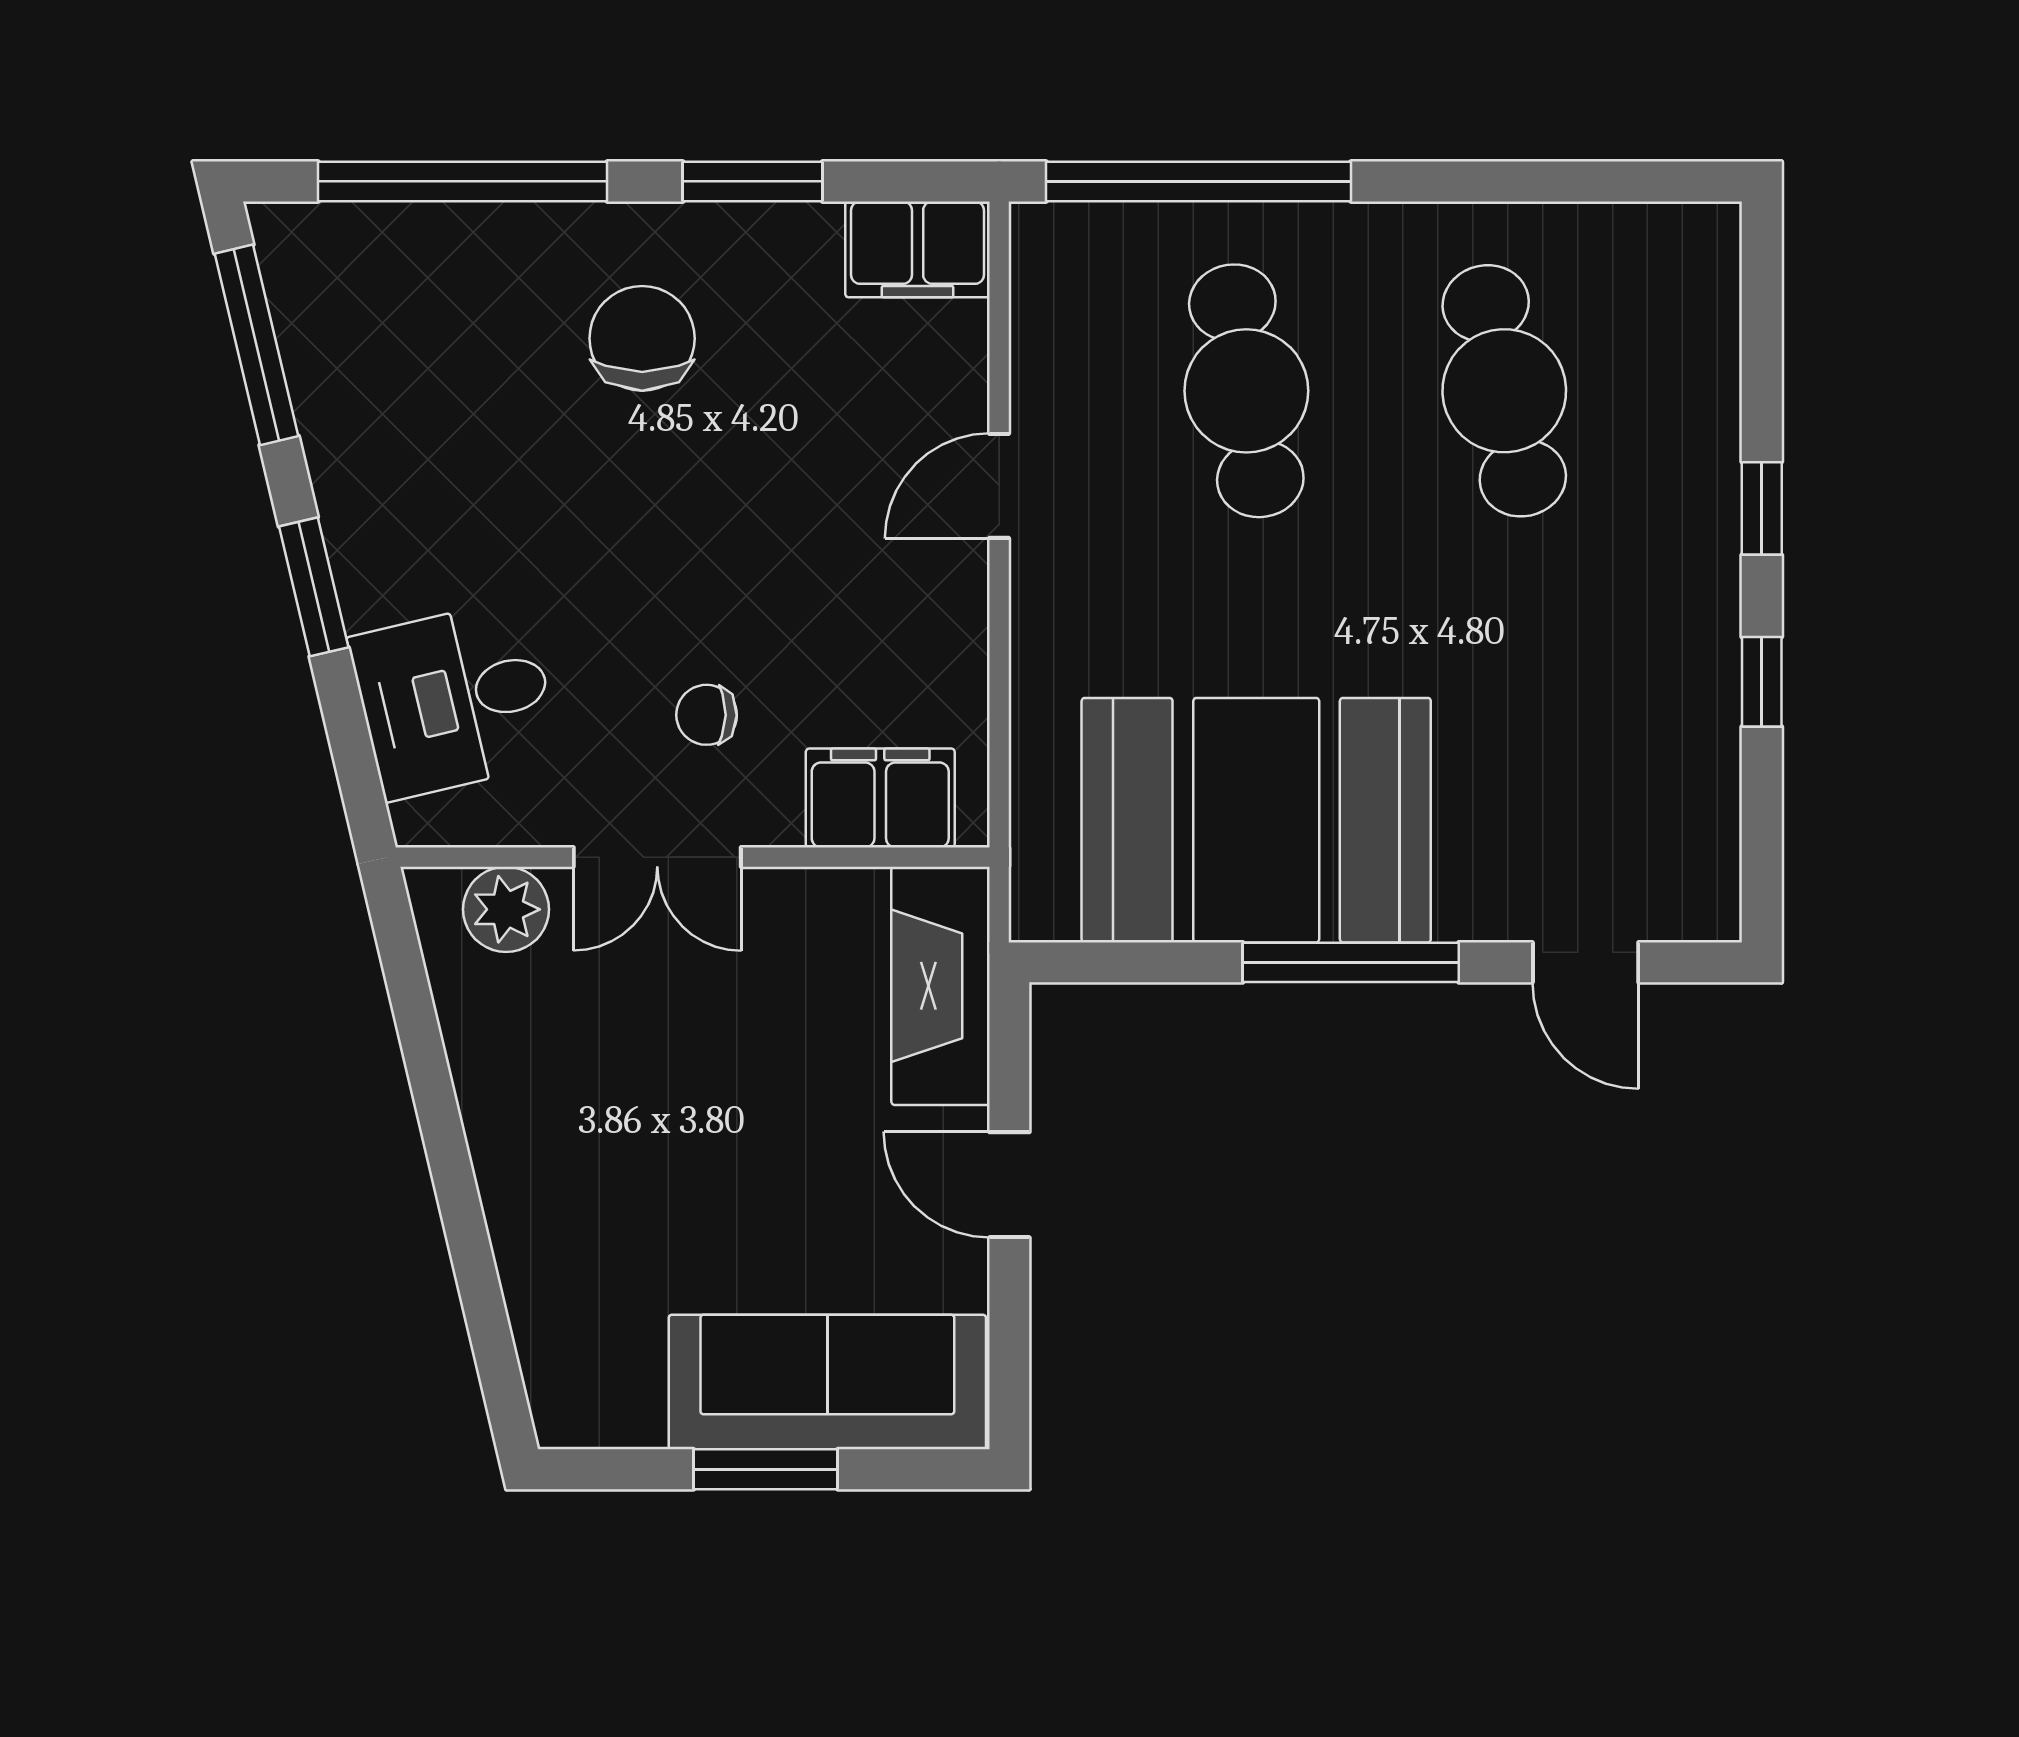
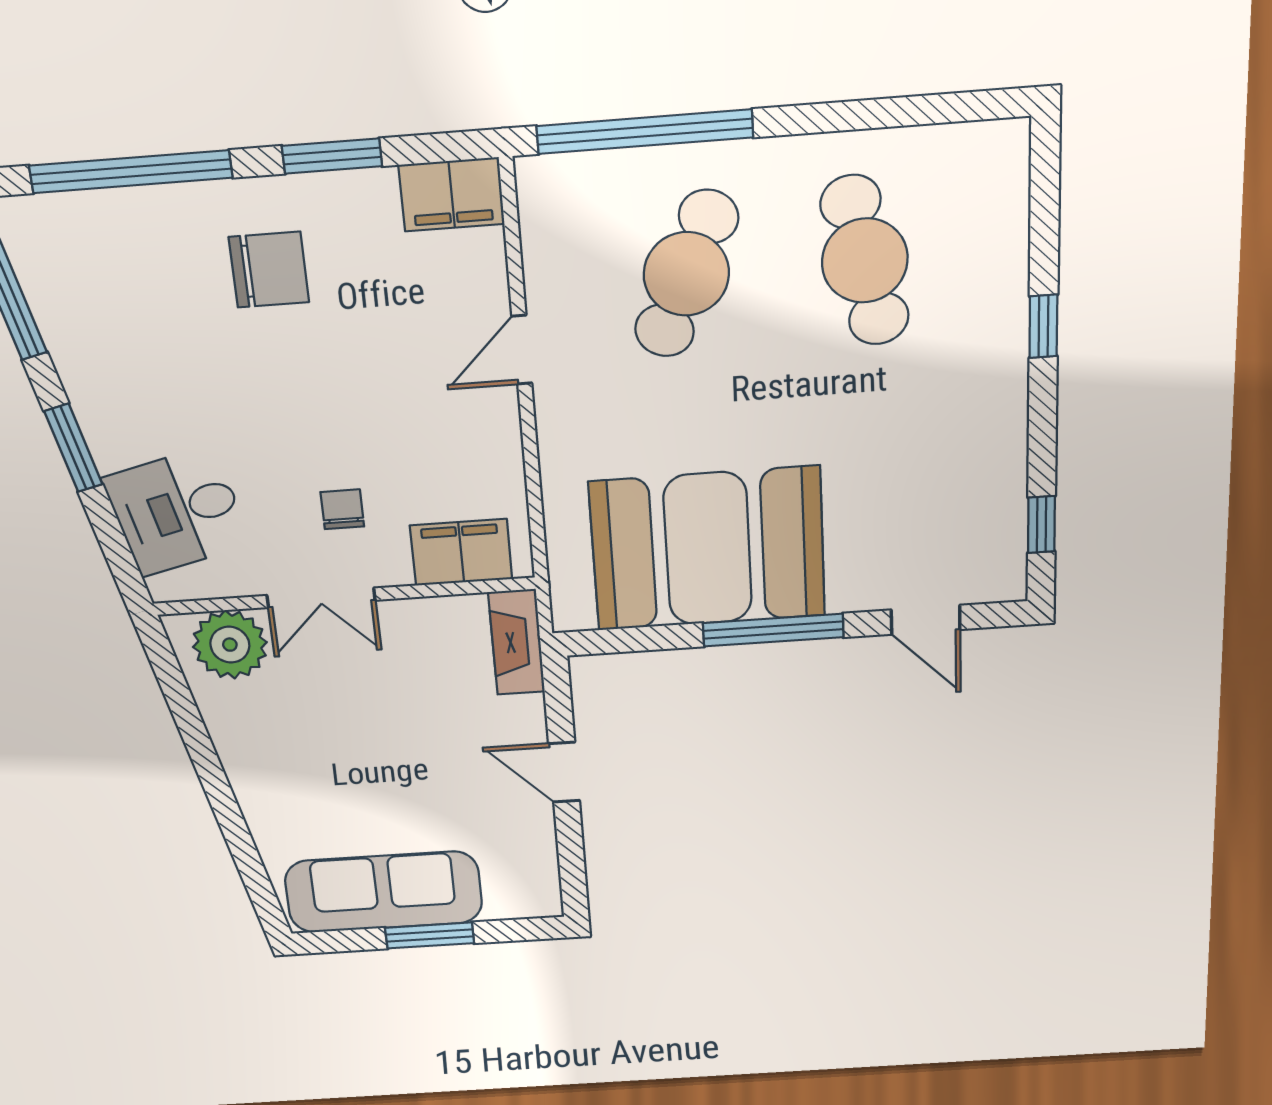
chair: (642, 338) -> (269, 270), turned 90
cafe table: (1246, 391) -> (686, 274), turned 33
window: (1762, 682) -> (1041, 525), moved
chair: (707, 715) -> (342, 509), turned 89
plant: (506, 909) -> (230, 645), width x1.36, depth x1.36
fireplace: (941, 986) -> (517, 642), width x0.73, depth x0.76
sofa: (827, 1382) -> (384, 892), moved

